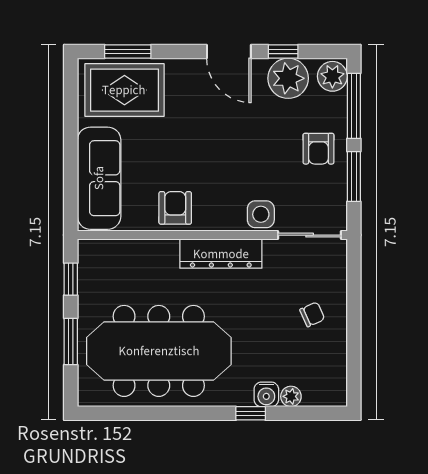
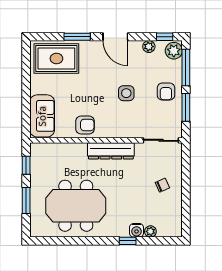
window: (128, 52) -> (77, 37), moved
window: (283, 52) -> (165, 37), moved
plant: (288, 78) -> (149, 47), width x0.53, depth x0.53
sofa: (99, 178) -> (42, 116), width x0.73
armchair: (175, 208) -> (85, 125), turned 90
side table: (261, 214) -> (126, 93), moved
meeting table: (159, 351) -> (76, 206), width x0.73

